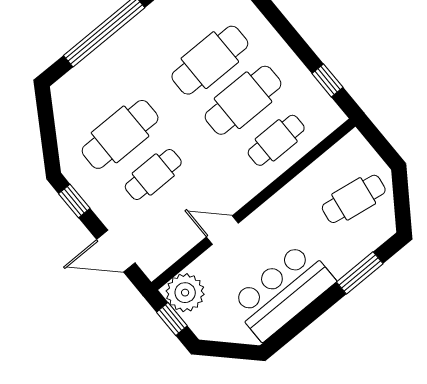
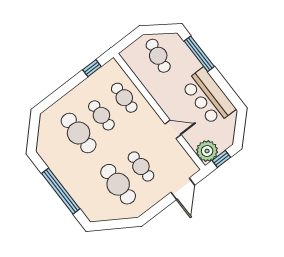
cafe table: (243, 100) -> (101, 115), width x0.73, depth x0.74
window: (74, 201) -> (154, 211), removed
door: (222, 230) -> (173, 129), swing flipped
window: (360, 273) -> (199, 54), width x1.44

